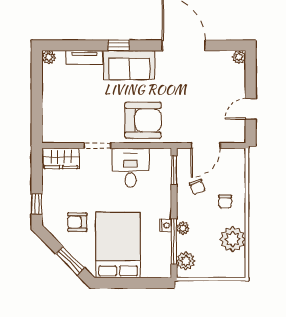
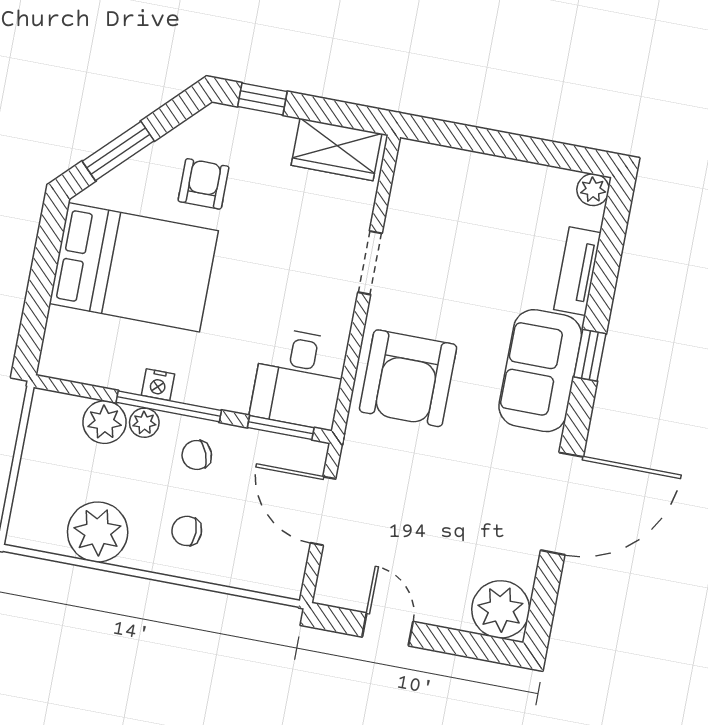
plant: (239, 57) -> (501, 609), width x1.88, depth x1.88
wardrobe: (61, 158) -> (337, 149), moved, turned -90
desk: (130, 168) -> (299, 378), moved, turned 90
chair: (197, 187) -> (197, 455), moved
window: (174, 242) -> (169, 406), moved
plant: (186, 261) -> (104, 422), moved

